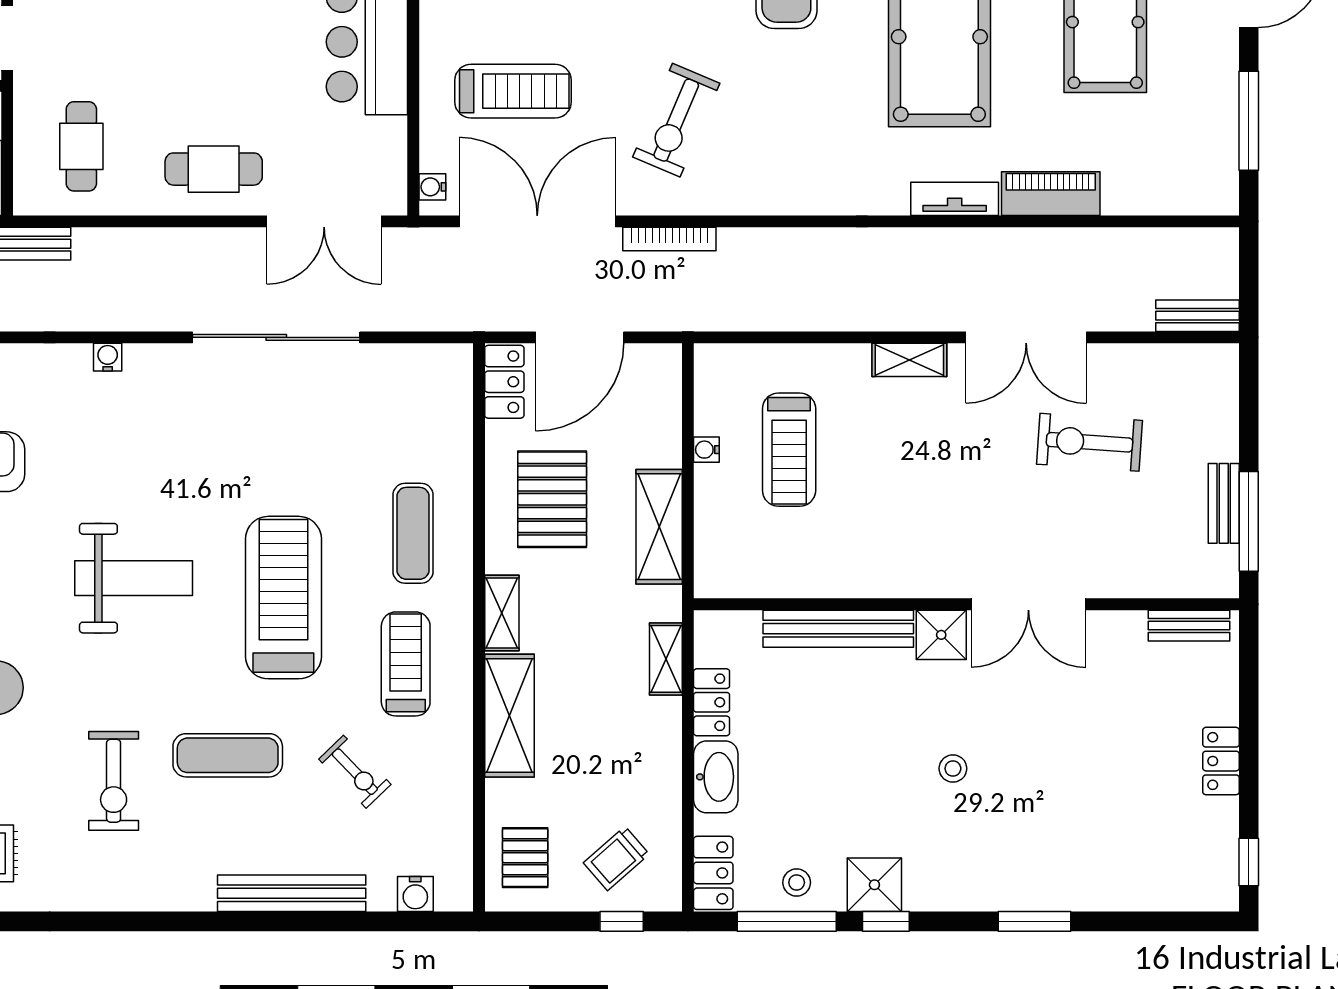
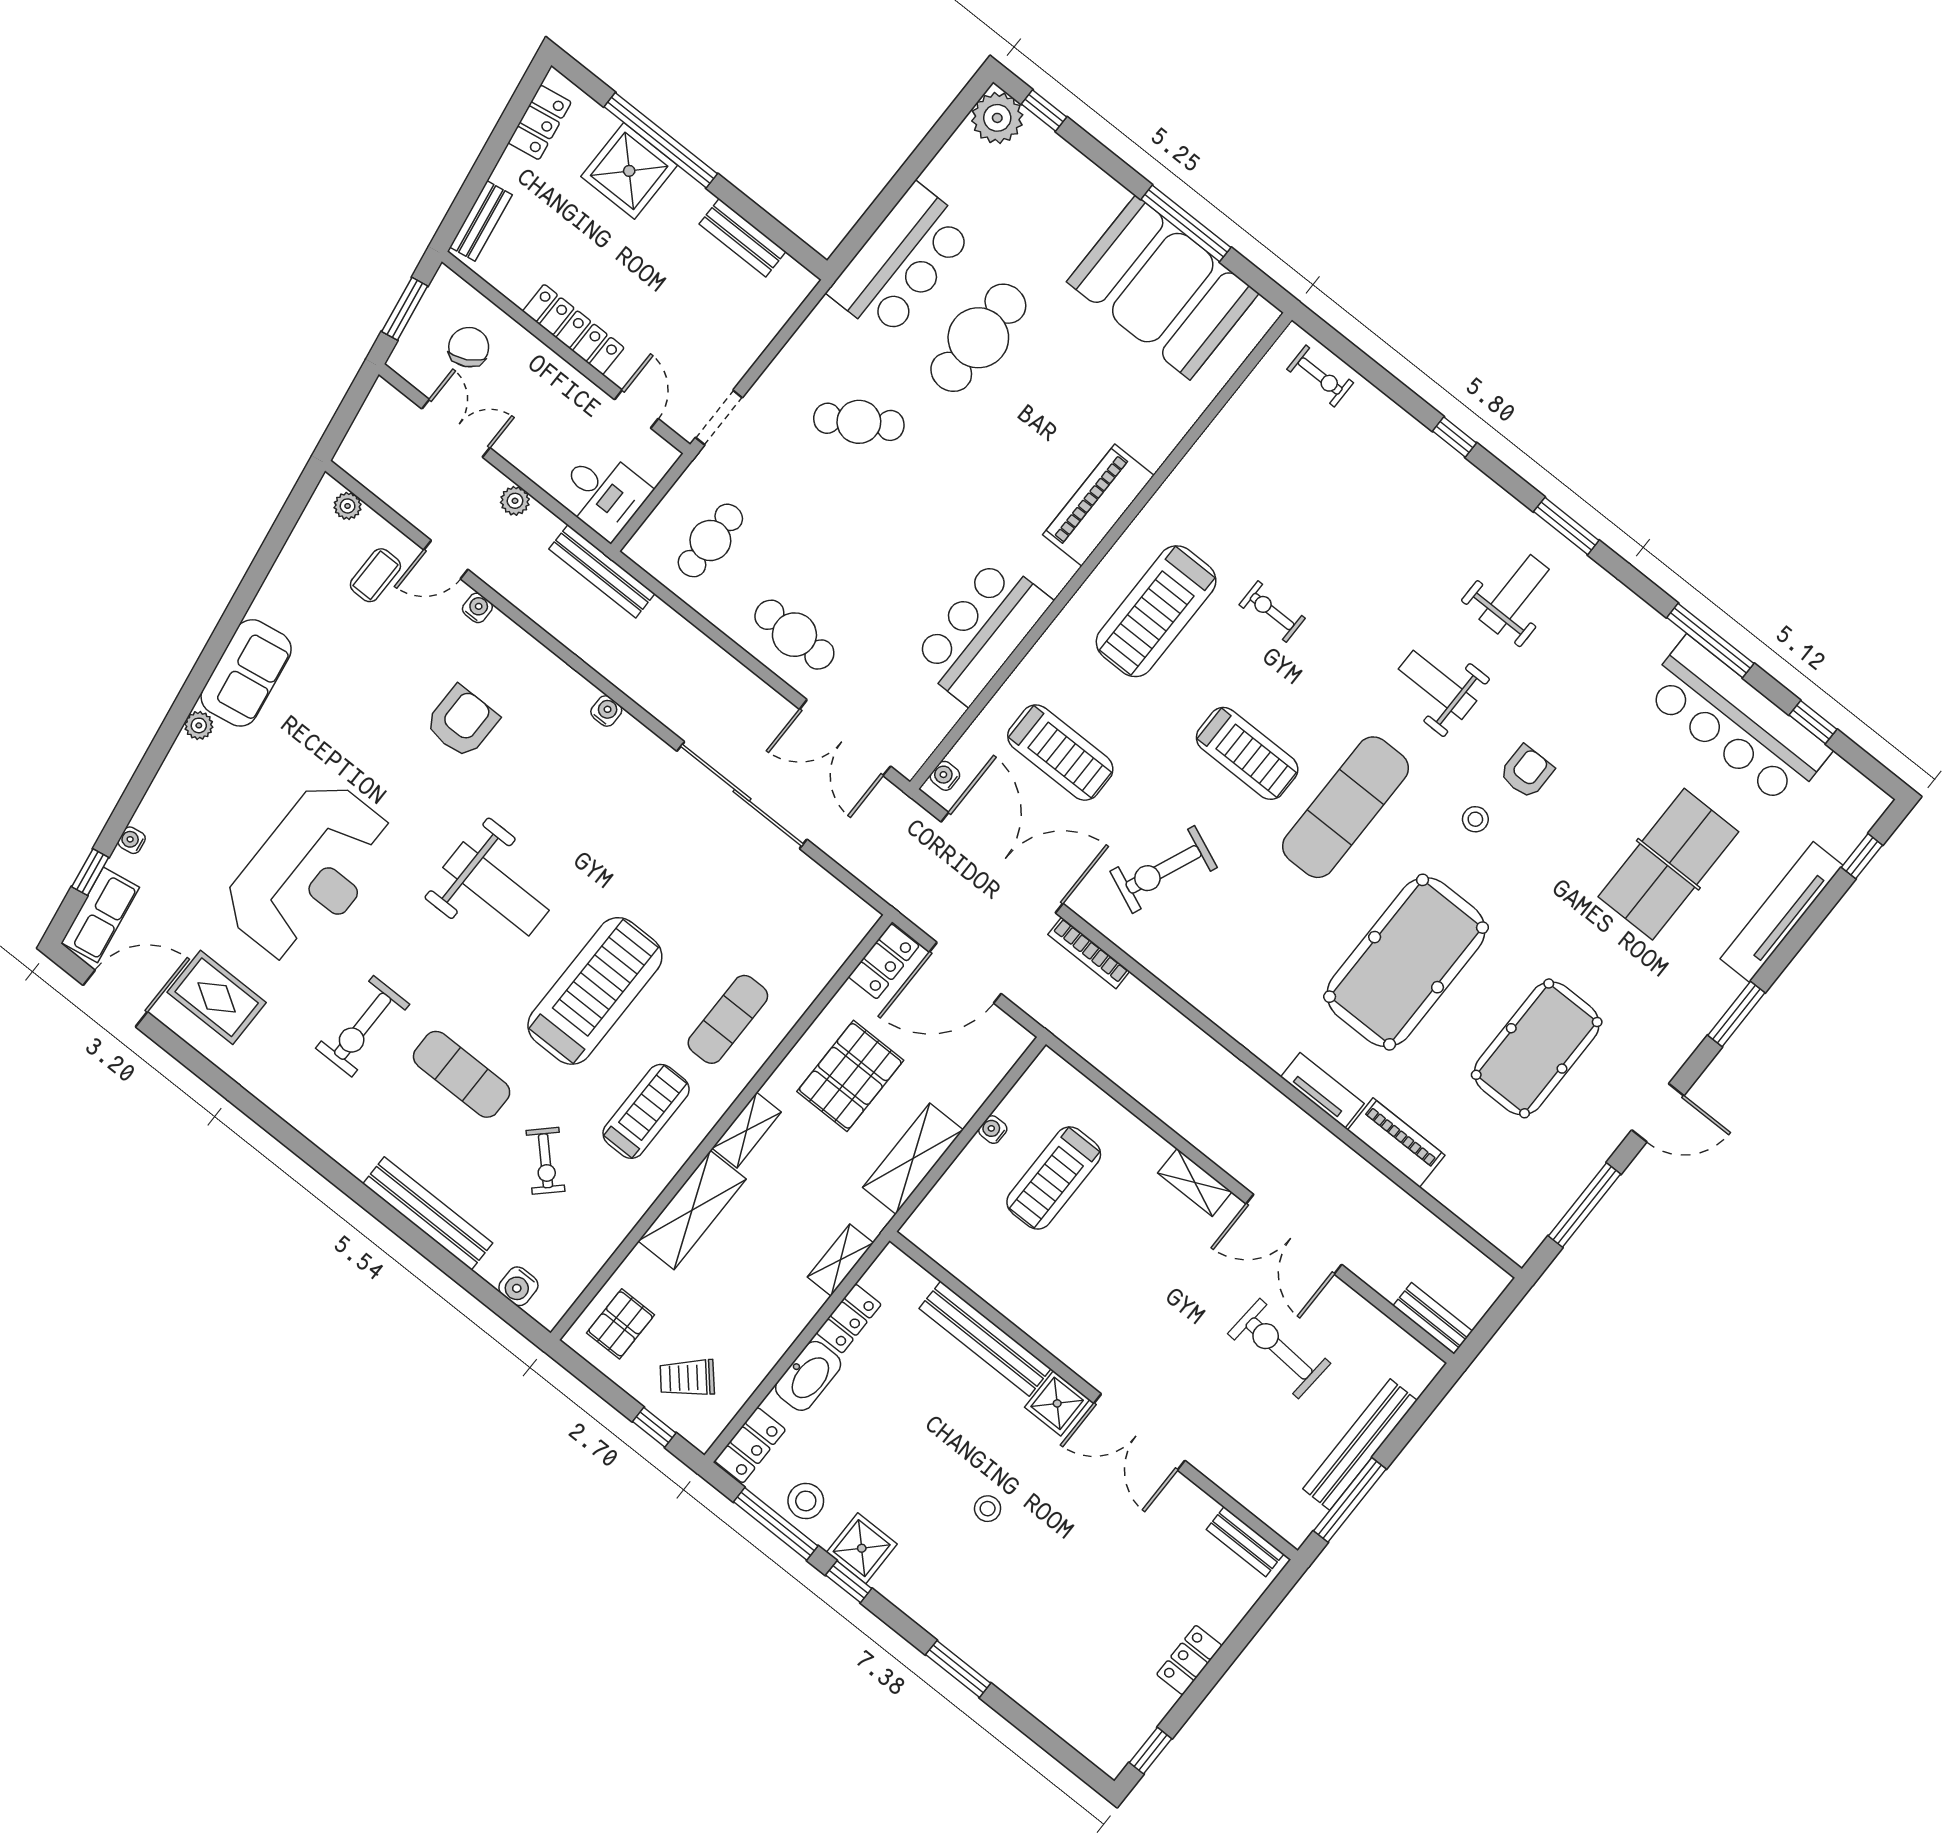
bench: (1224, 503) -> (1360, 1445), width x1.86, depth x1.21
stool: (797, 882) -> (806, 1501), width x1.37, depth x1.37

